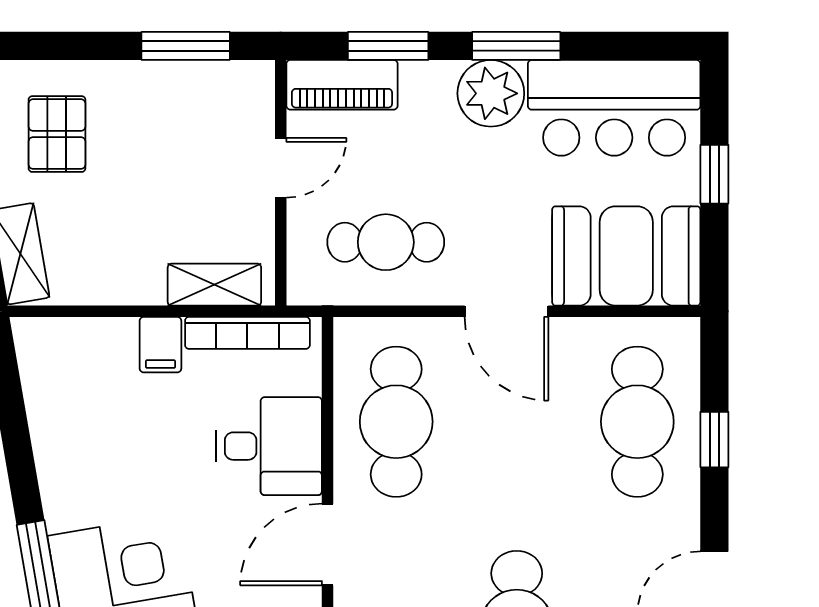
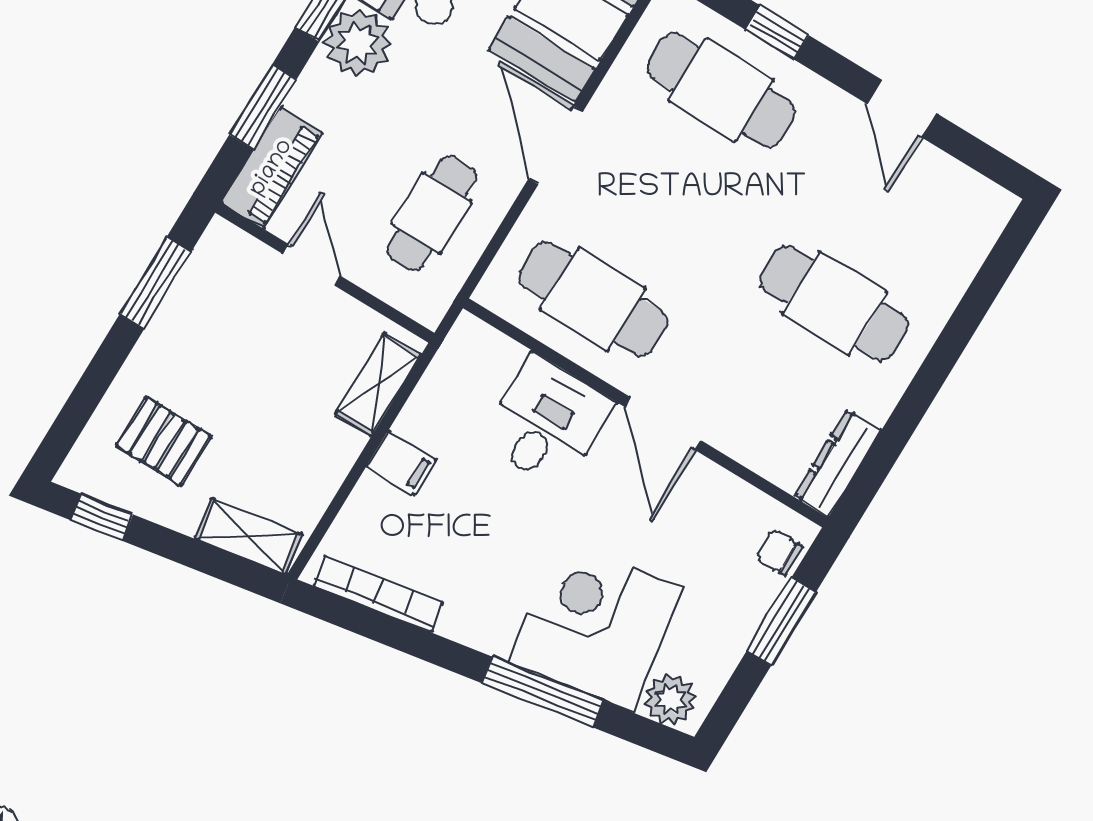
door: (506, 311) -> (556, 145), swing flipped
bookcase: (247, 333) -> (378, 594), moved, turned -100

